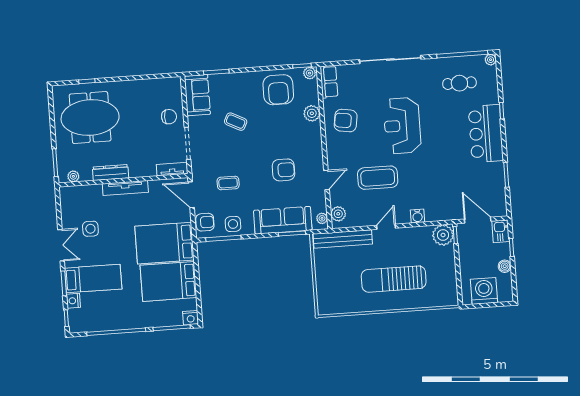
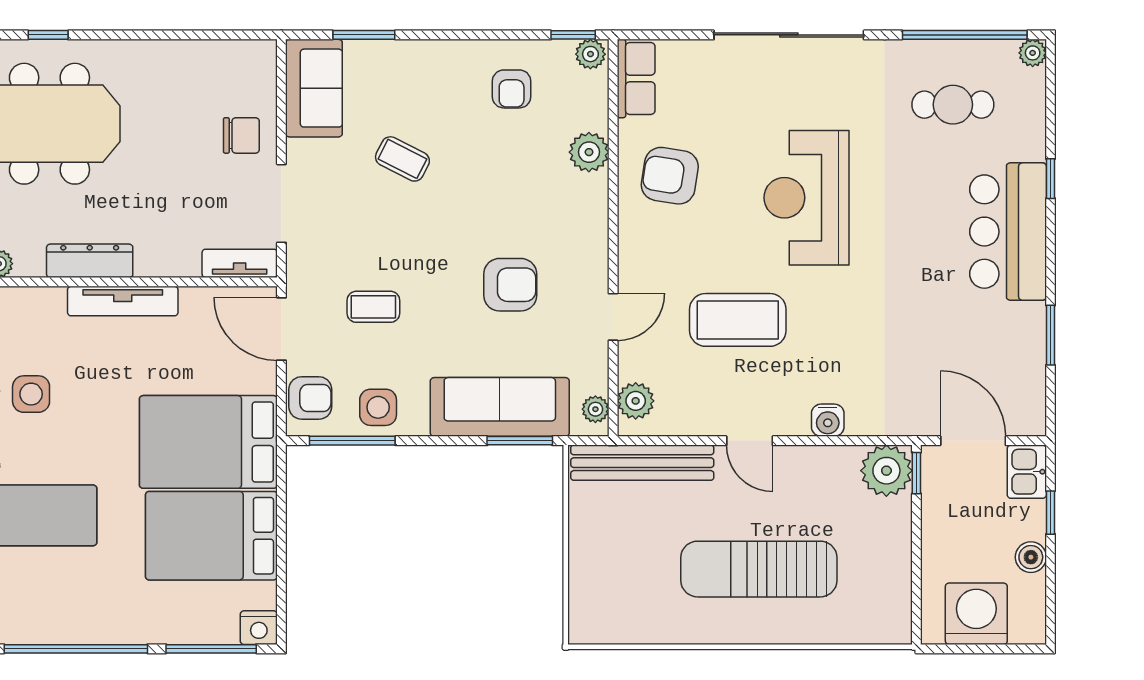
armchair: (278, 90) -> (512, 89), width x0.53, depth x0.53
door: (386, 227) -> (750, 441), swing flipped

